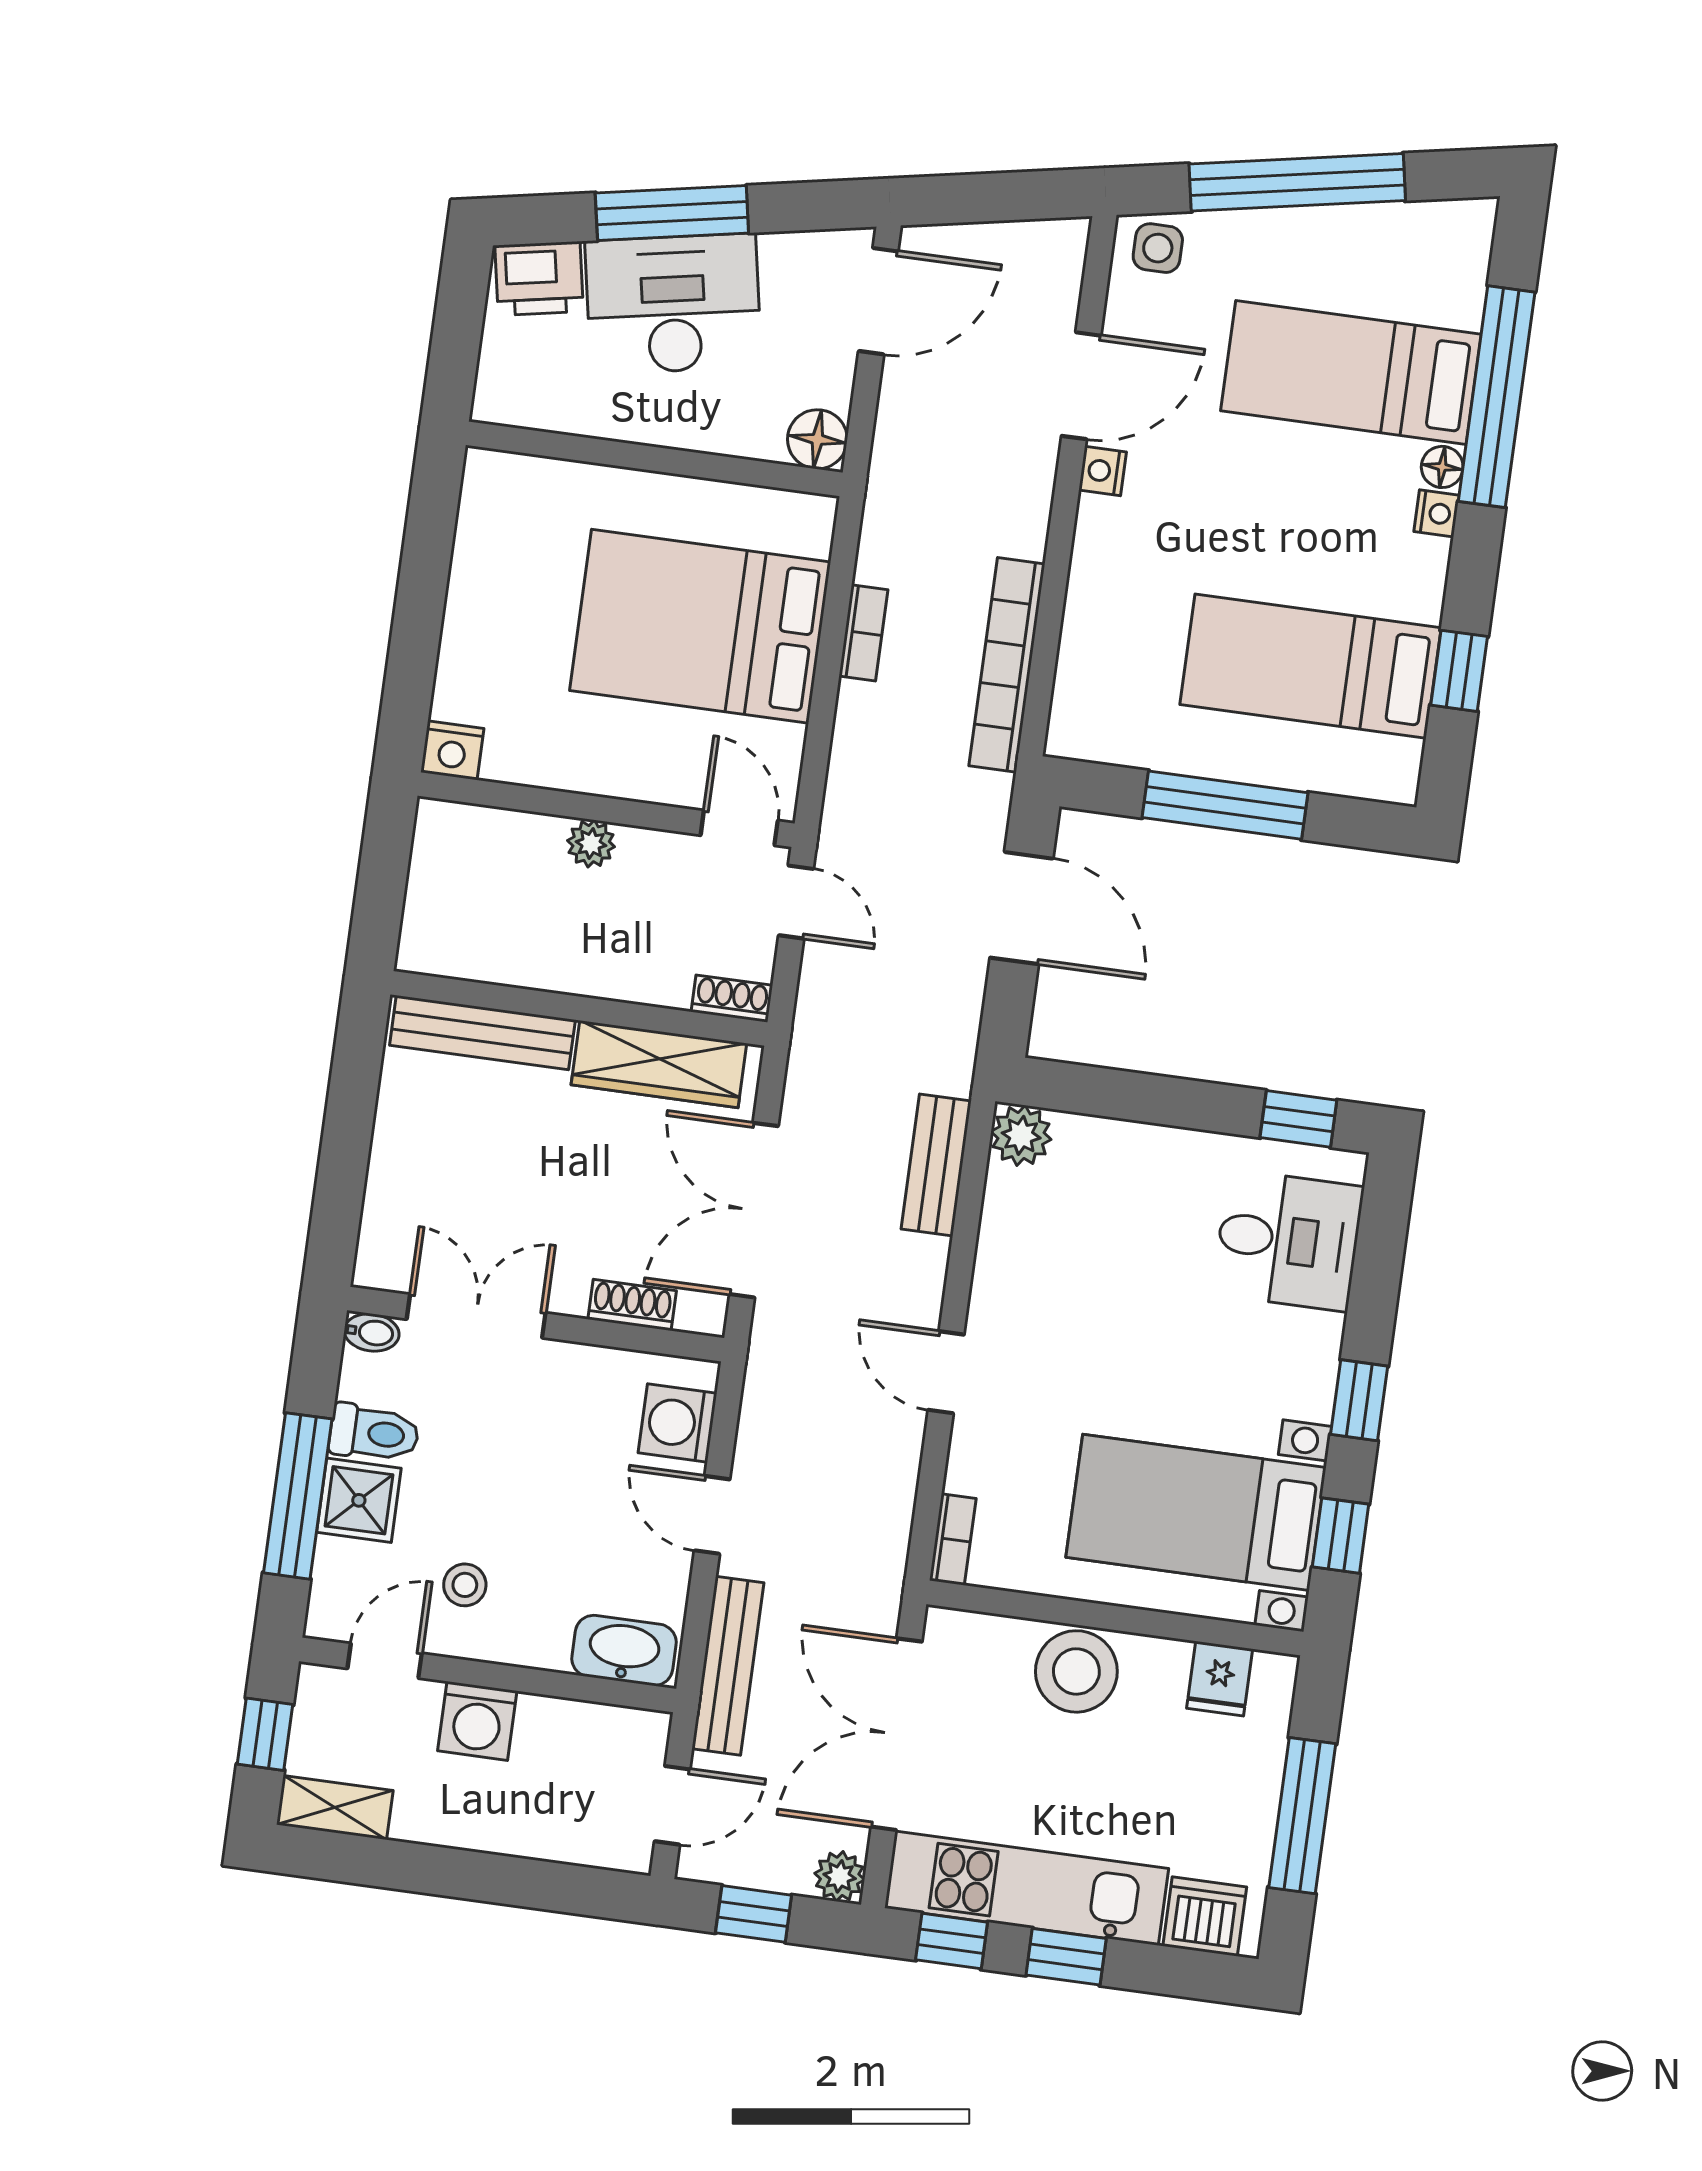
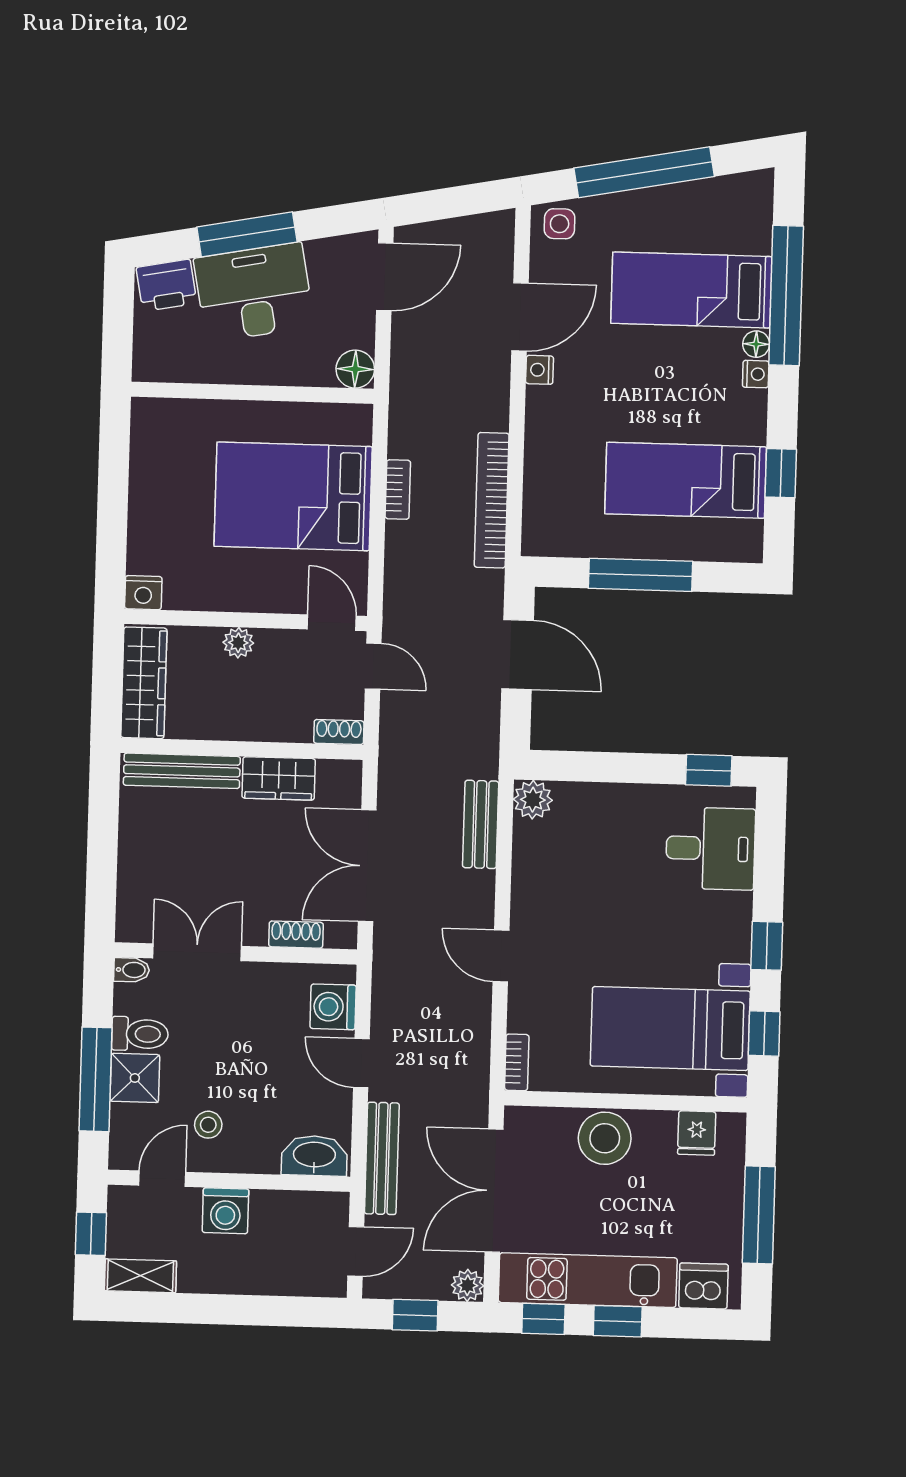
wardrobe: (438, 890) -> (144, 683), added
wardrobe: (659, 1064) -> (279, 778), width x0.67

